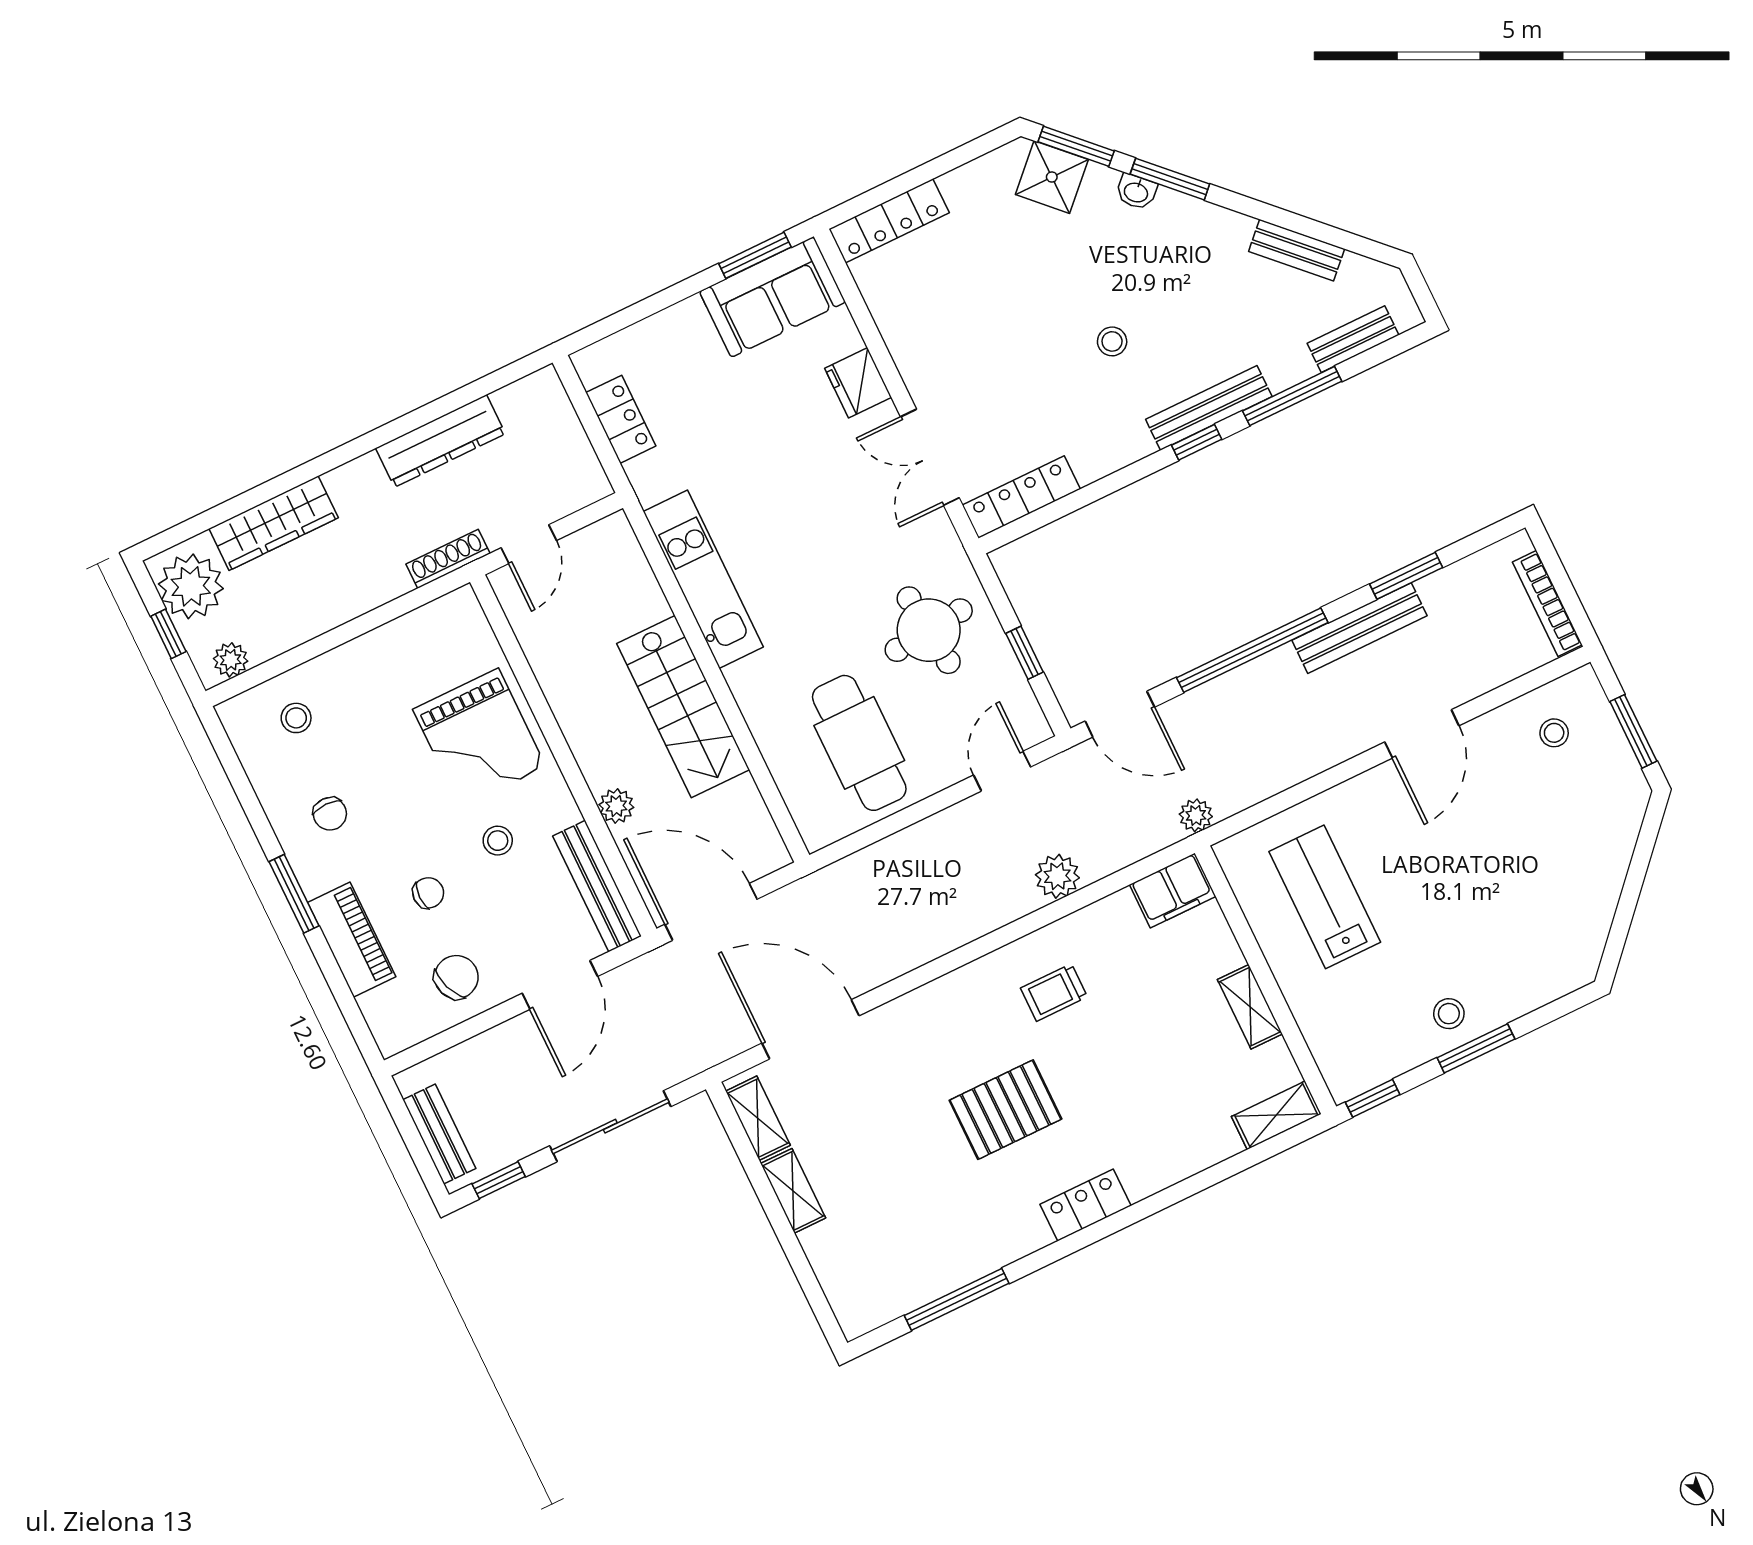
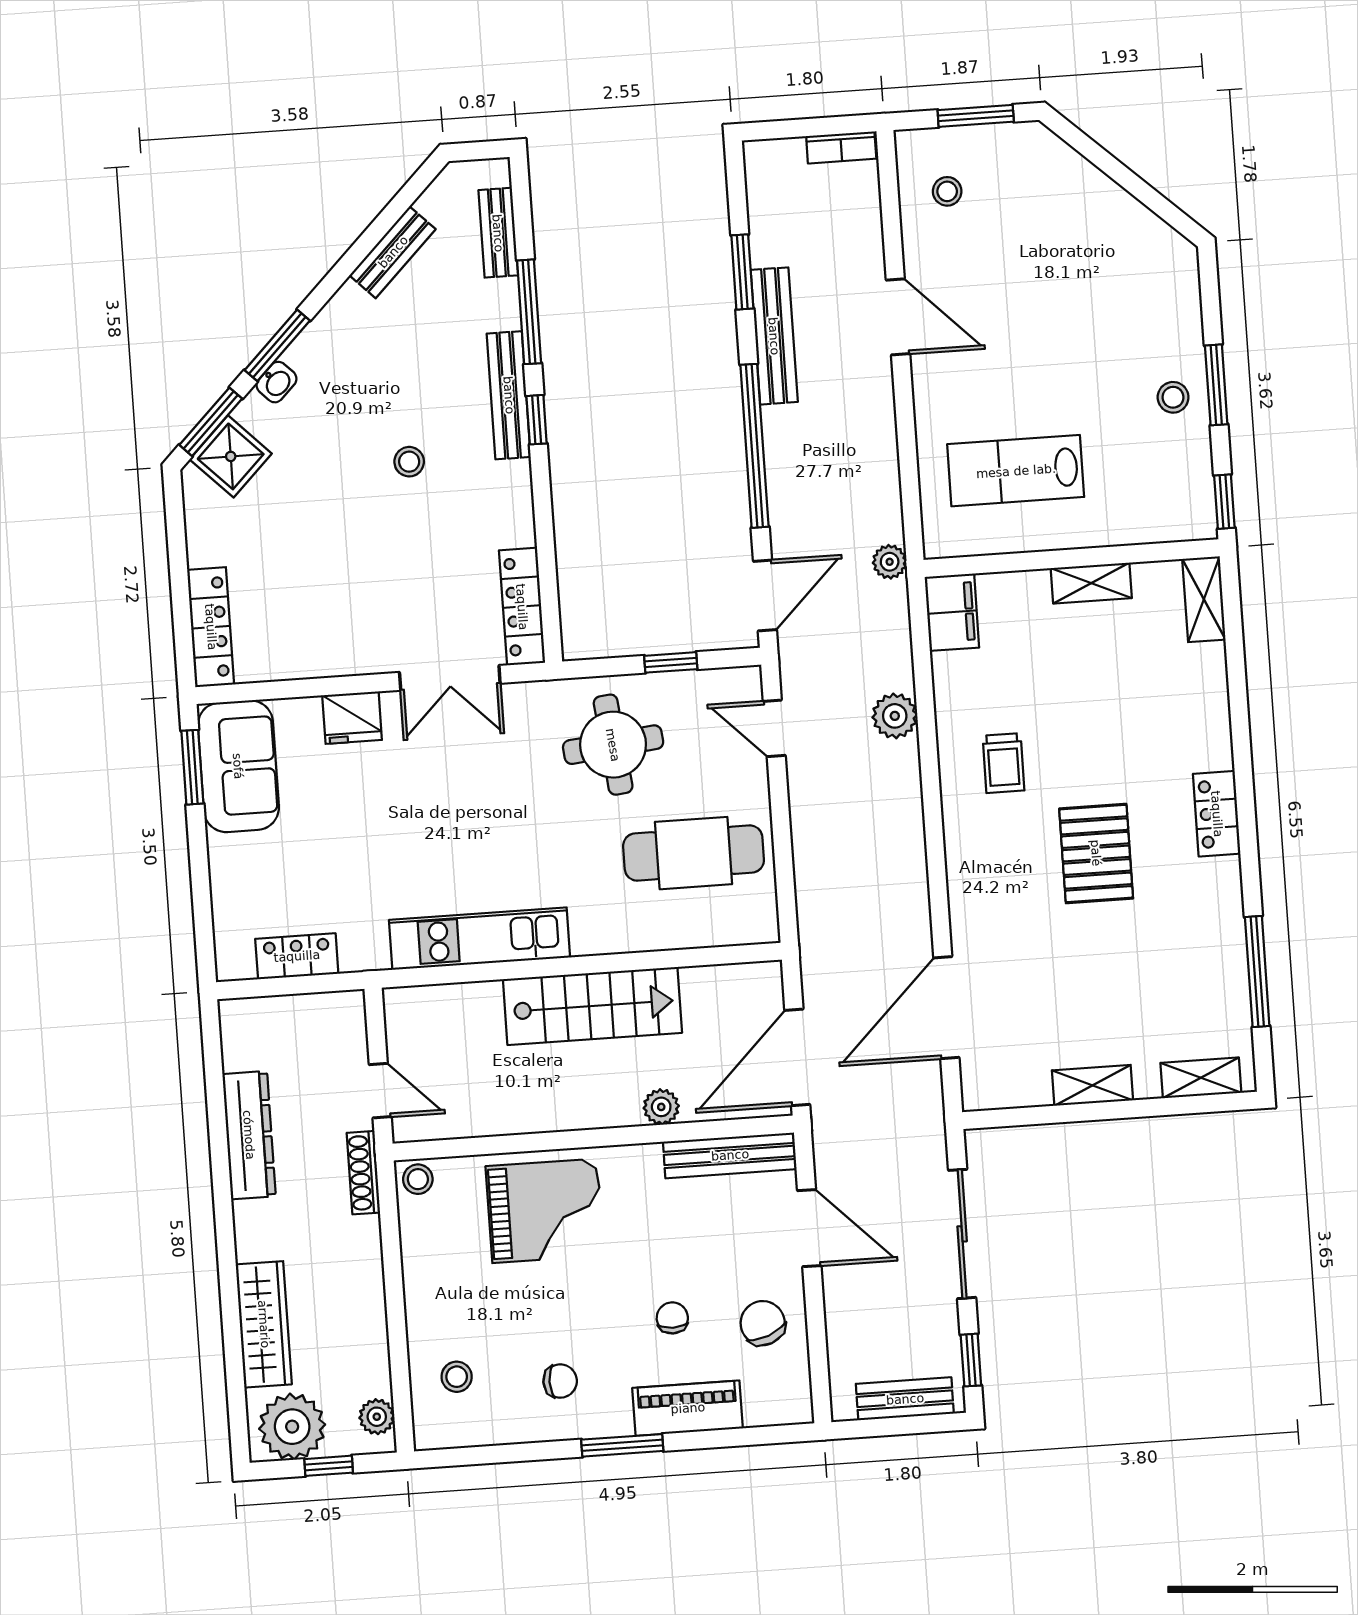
bookcase: (1547, 603) -> (841, 147), width x0.64
stool: (498, 841) -> (418, 1179), moved
shelving: (758, 1118) -> (1201, 1078), moved

